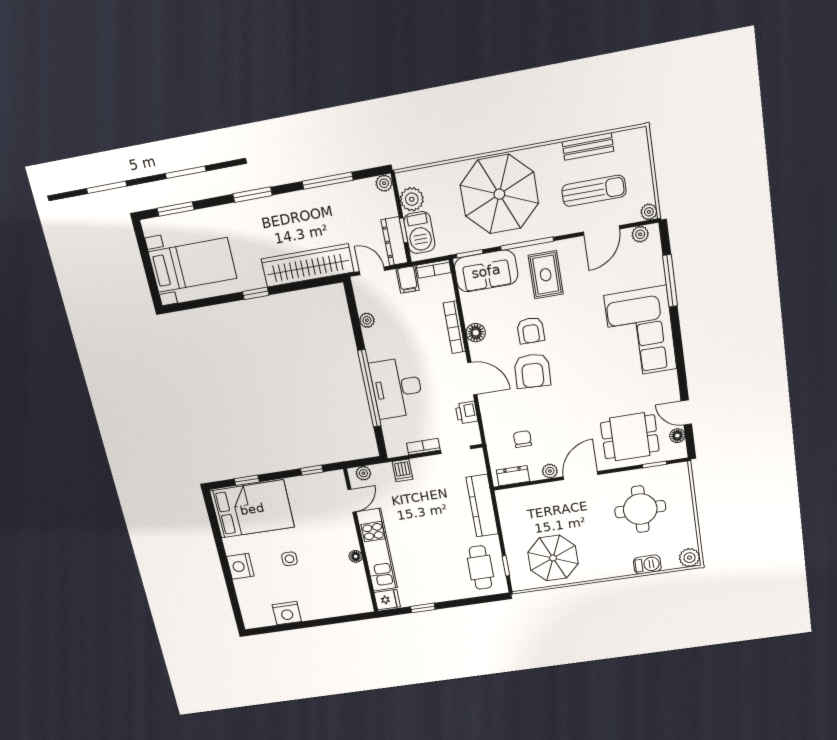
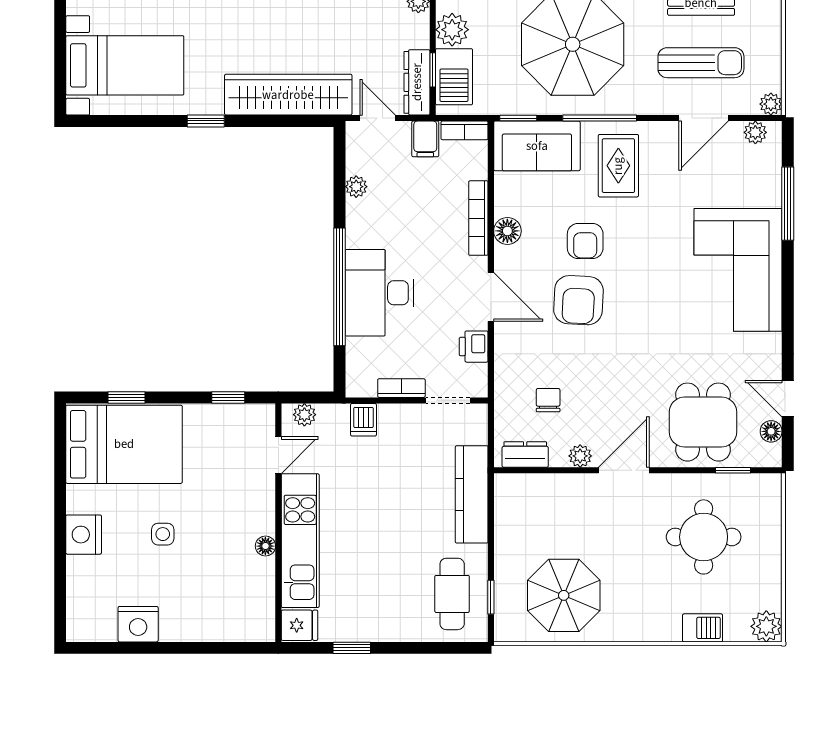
dining table: (630, 437) -> (703, 422), turned 90

